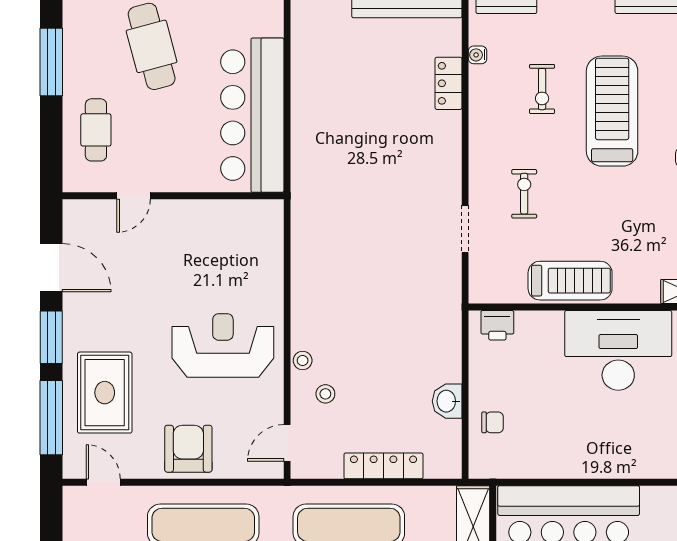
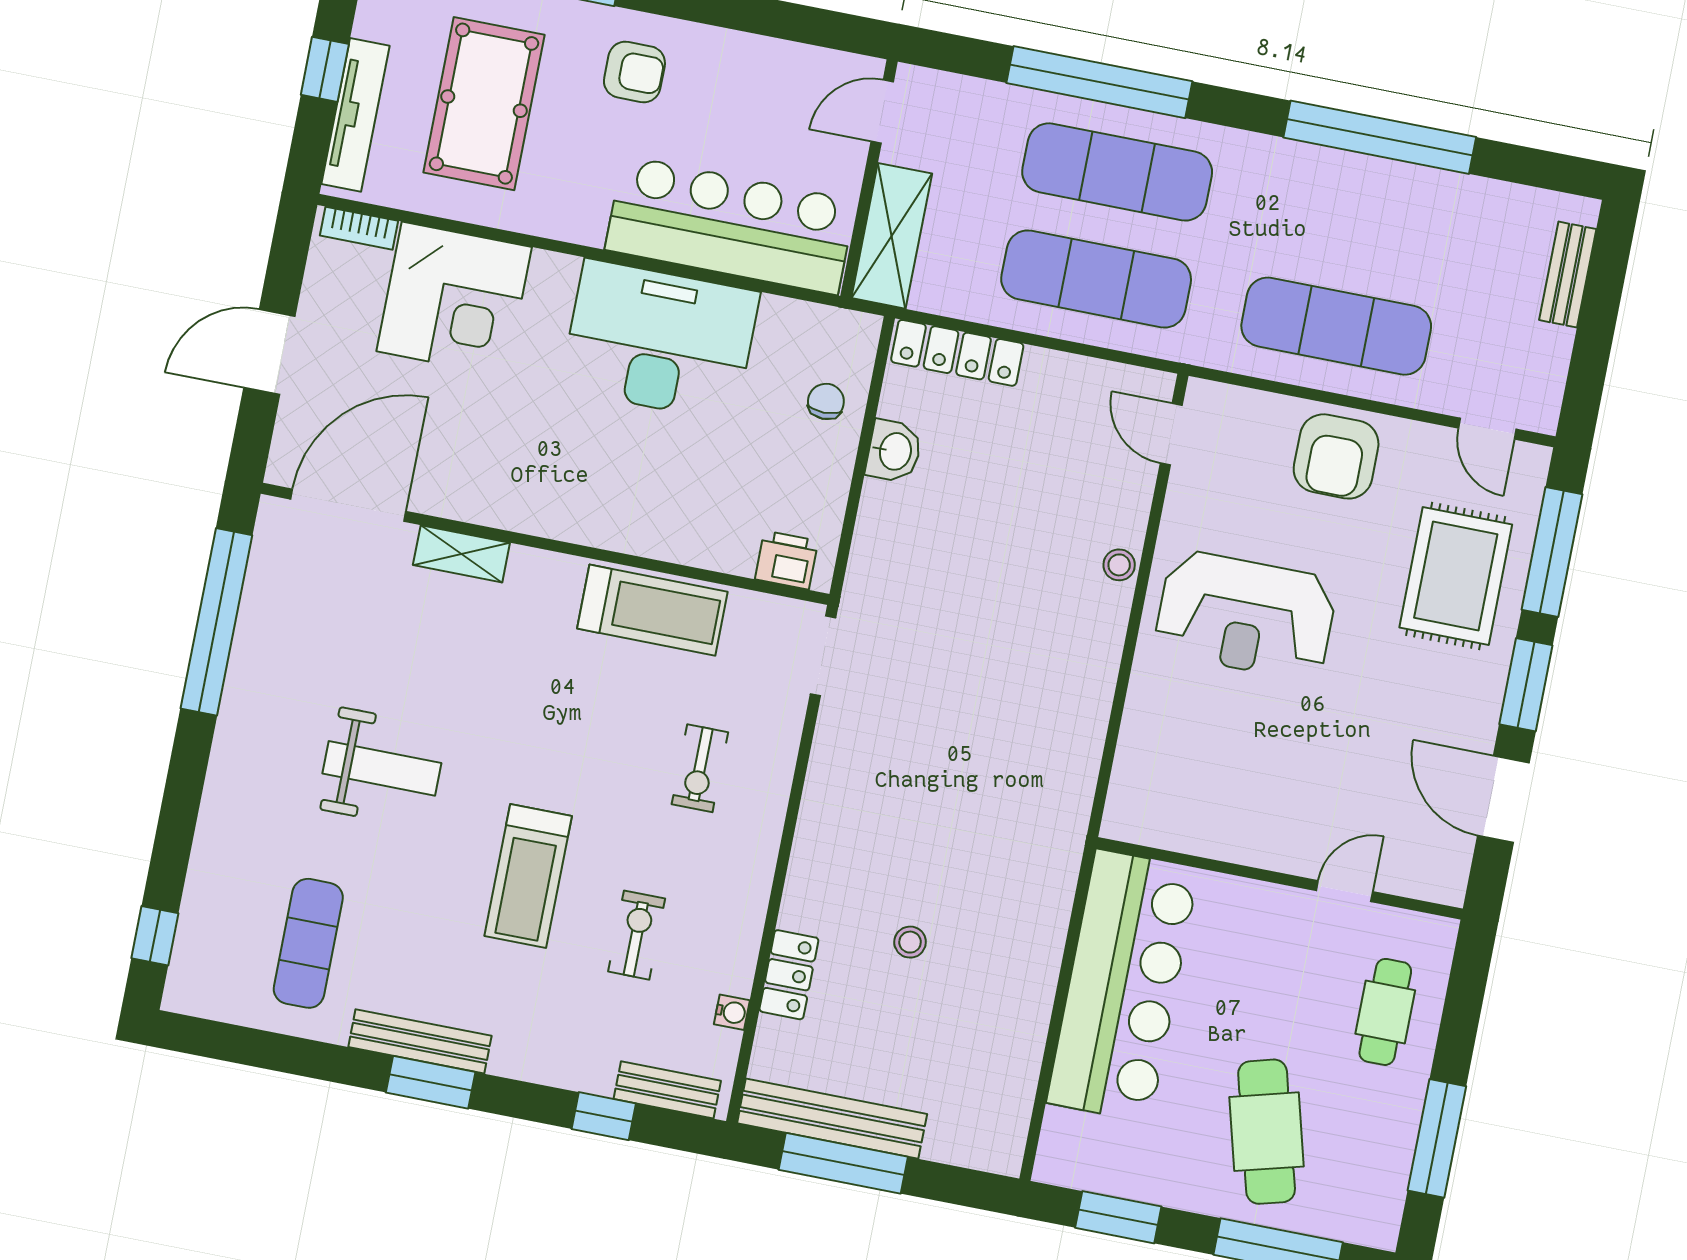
treadmill: (612, 111) -> (528, 876), width x0.73, depth x0.73
doorway: (465, 229) -> (823, 656), moved
treadmill: (570, 281) -> (652, 610), turned 180
desk: (618, 350) -> (660, 341), moved, turned 180
stool: (325, 394) -> (910, 942), moved
chair: (493, 422) -> (826, 401), turned 90
door: (287, 443) -> (1171, 434), swing flipped
locker: (383, 466) -> (957, 353), moved

